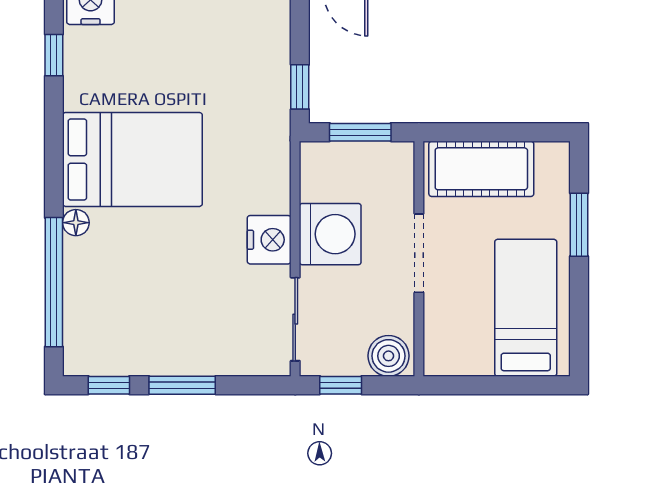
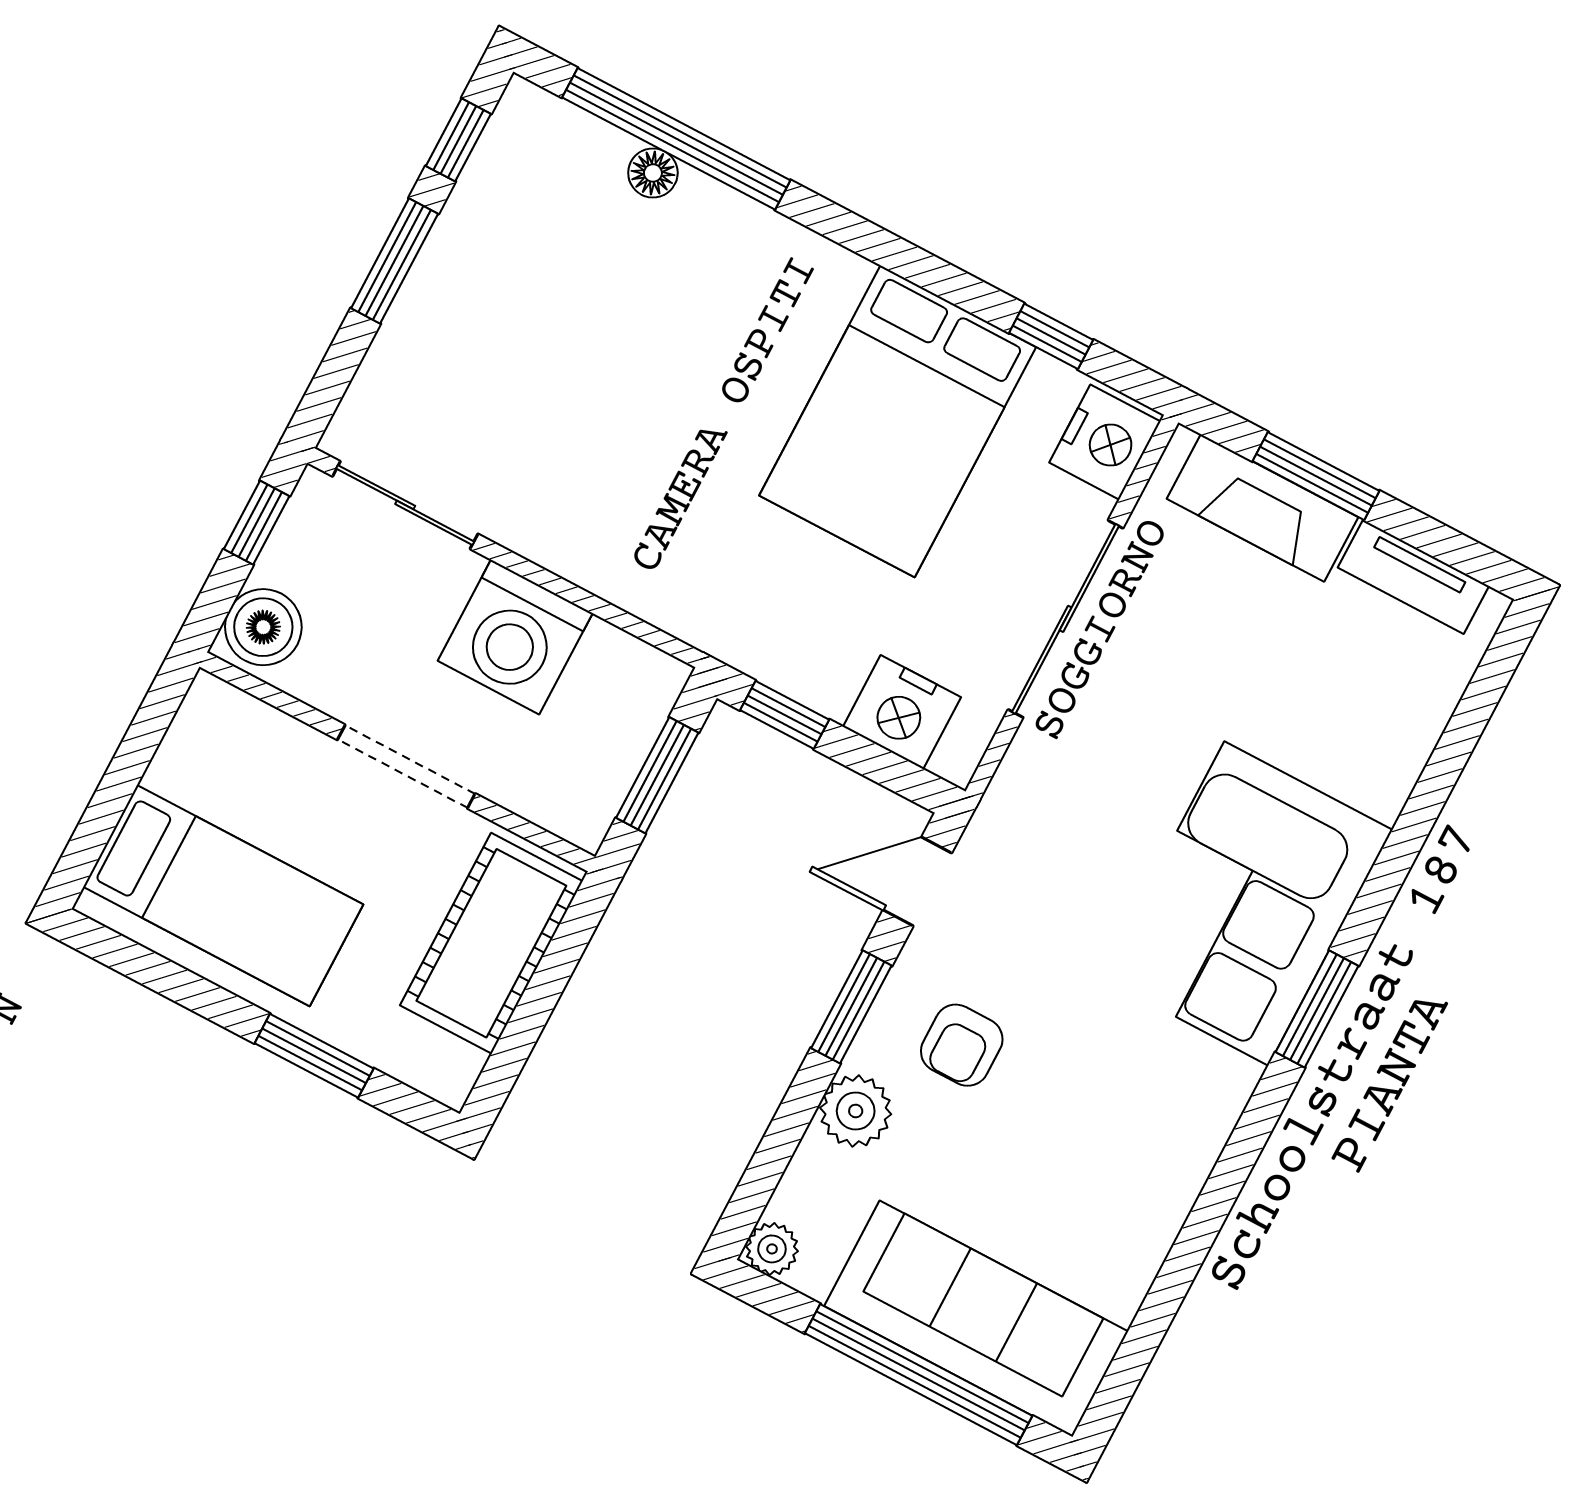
bed: (132, 159) -> (898, 421), moved
floor lamp: (76, 223) -> (653, 173), moved
nightstand: (269, 240) -> (902, 712), moved

